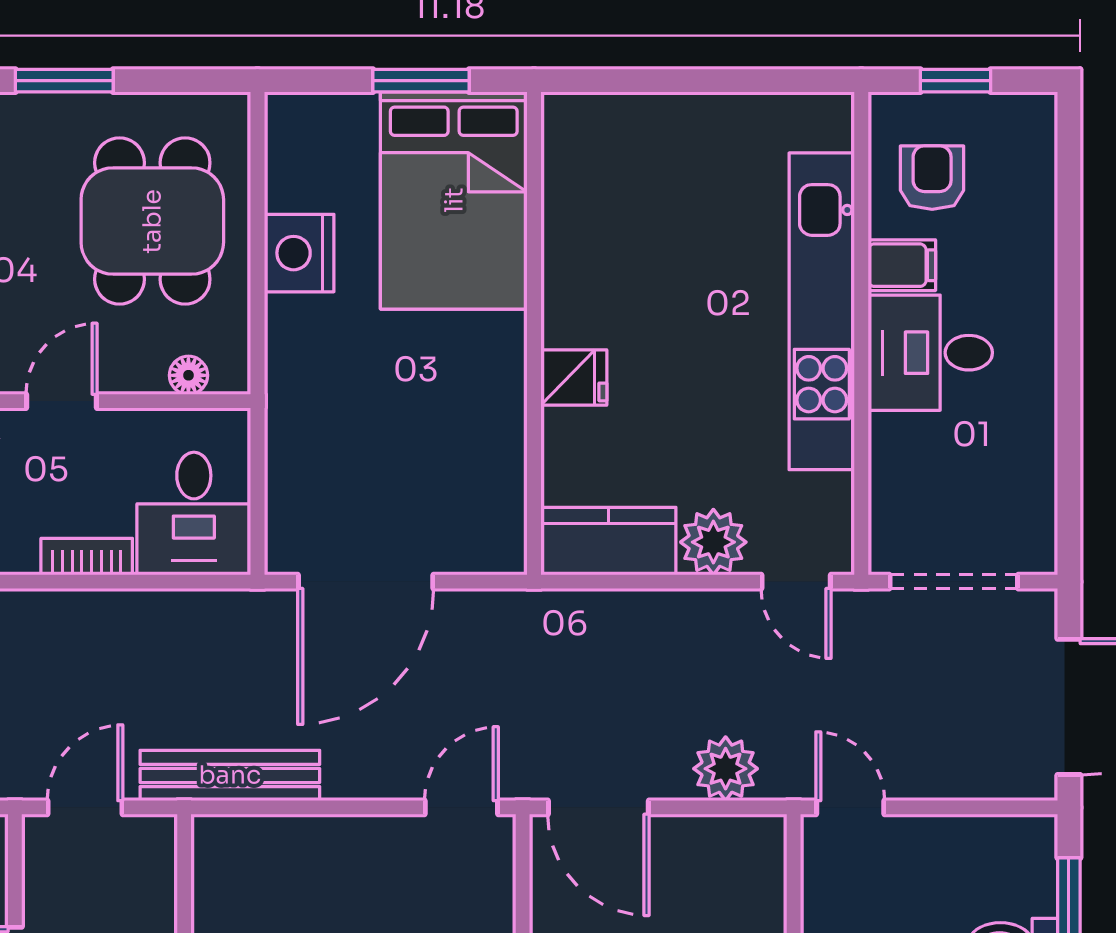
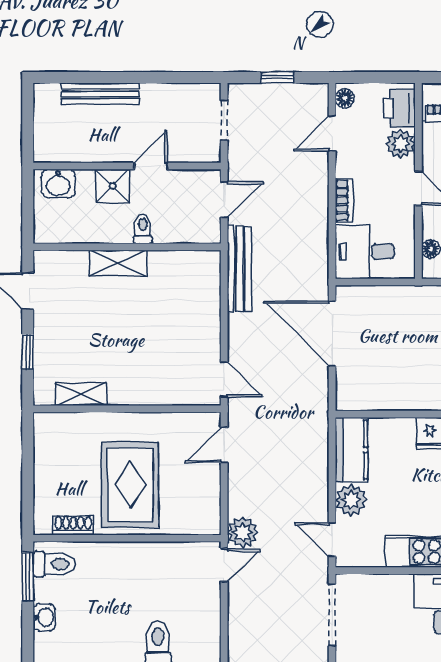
door: (796, 582) -> (332, 539), hinge flipped
plant: (726, 769) -> (243, 532), moved
door: (85, 807) -> (224, 200), hinge flipped
door: (598, 807) -> (224, 445), width x0.73

